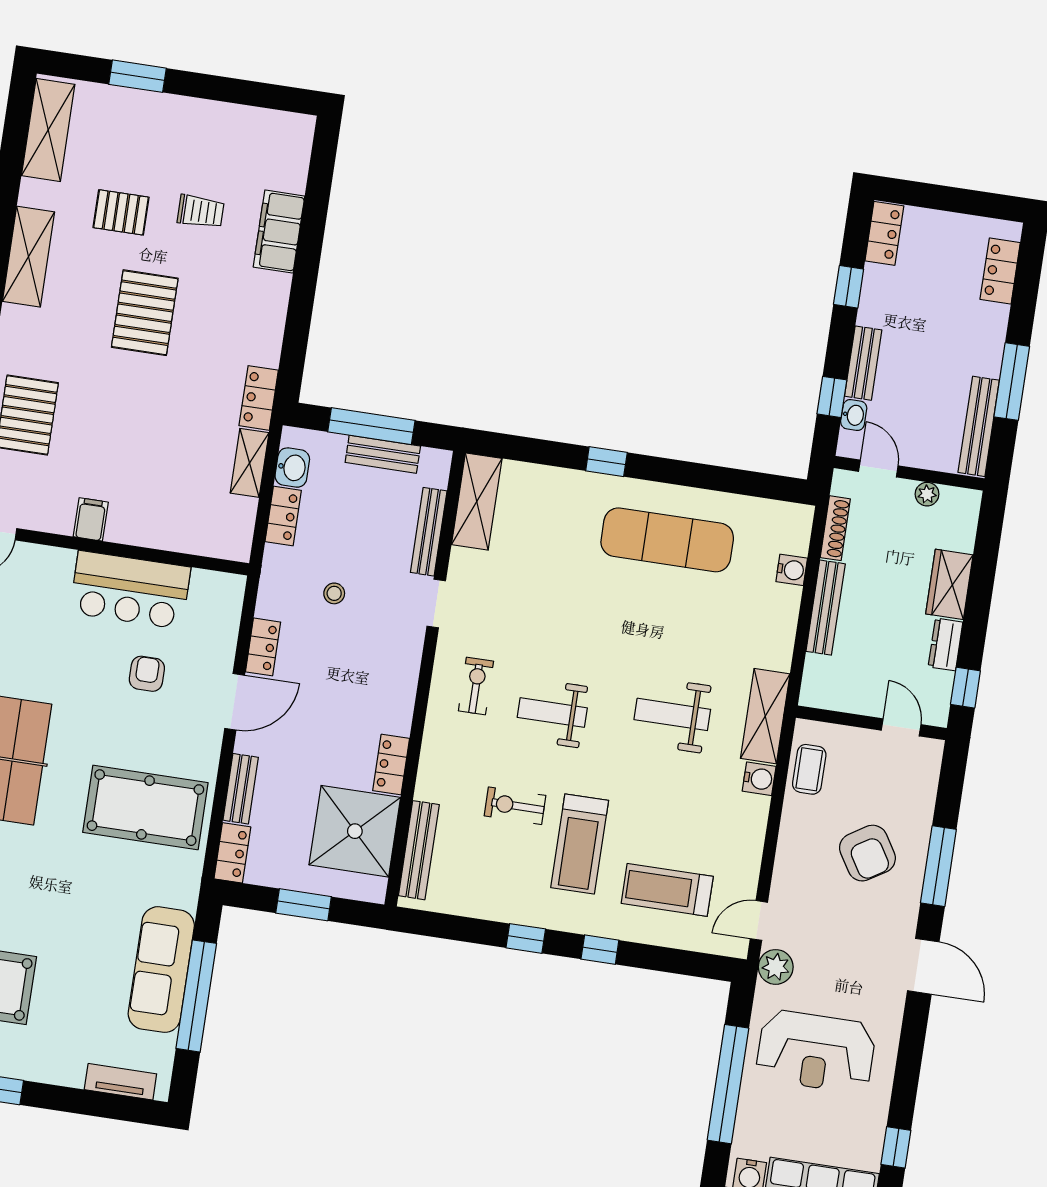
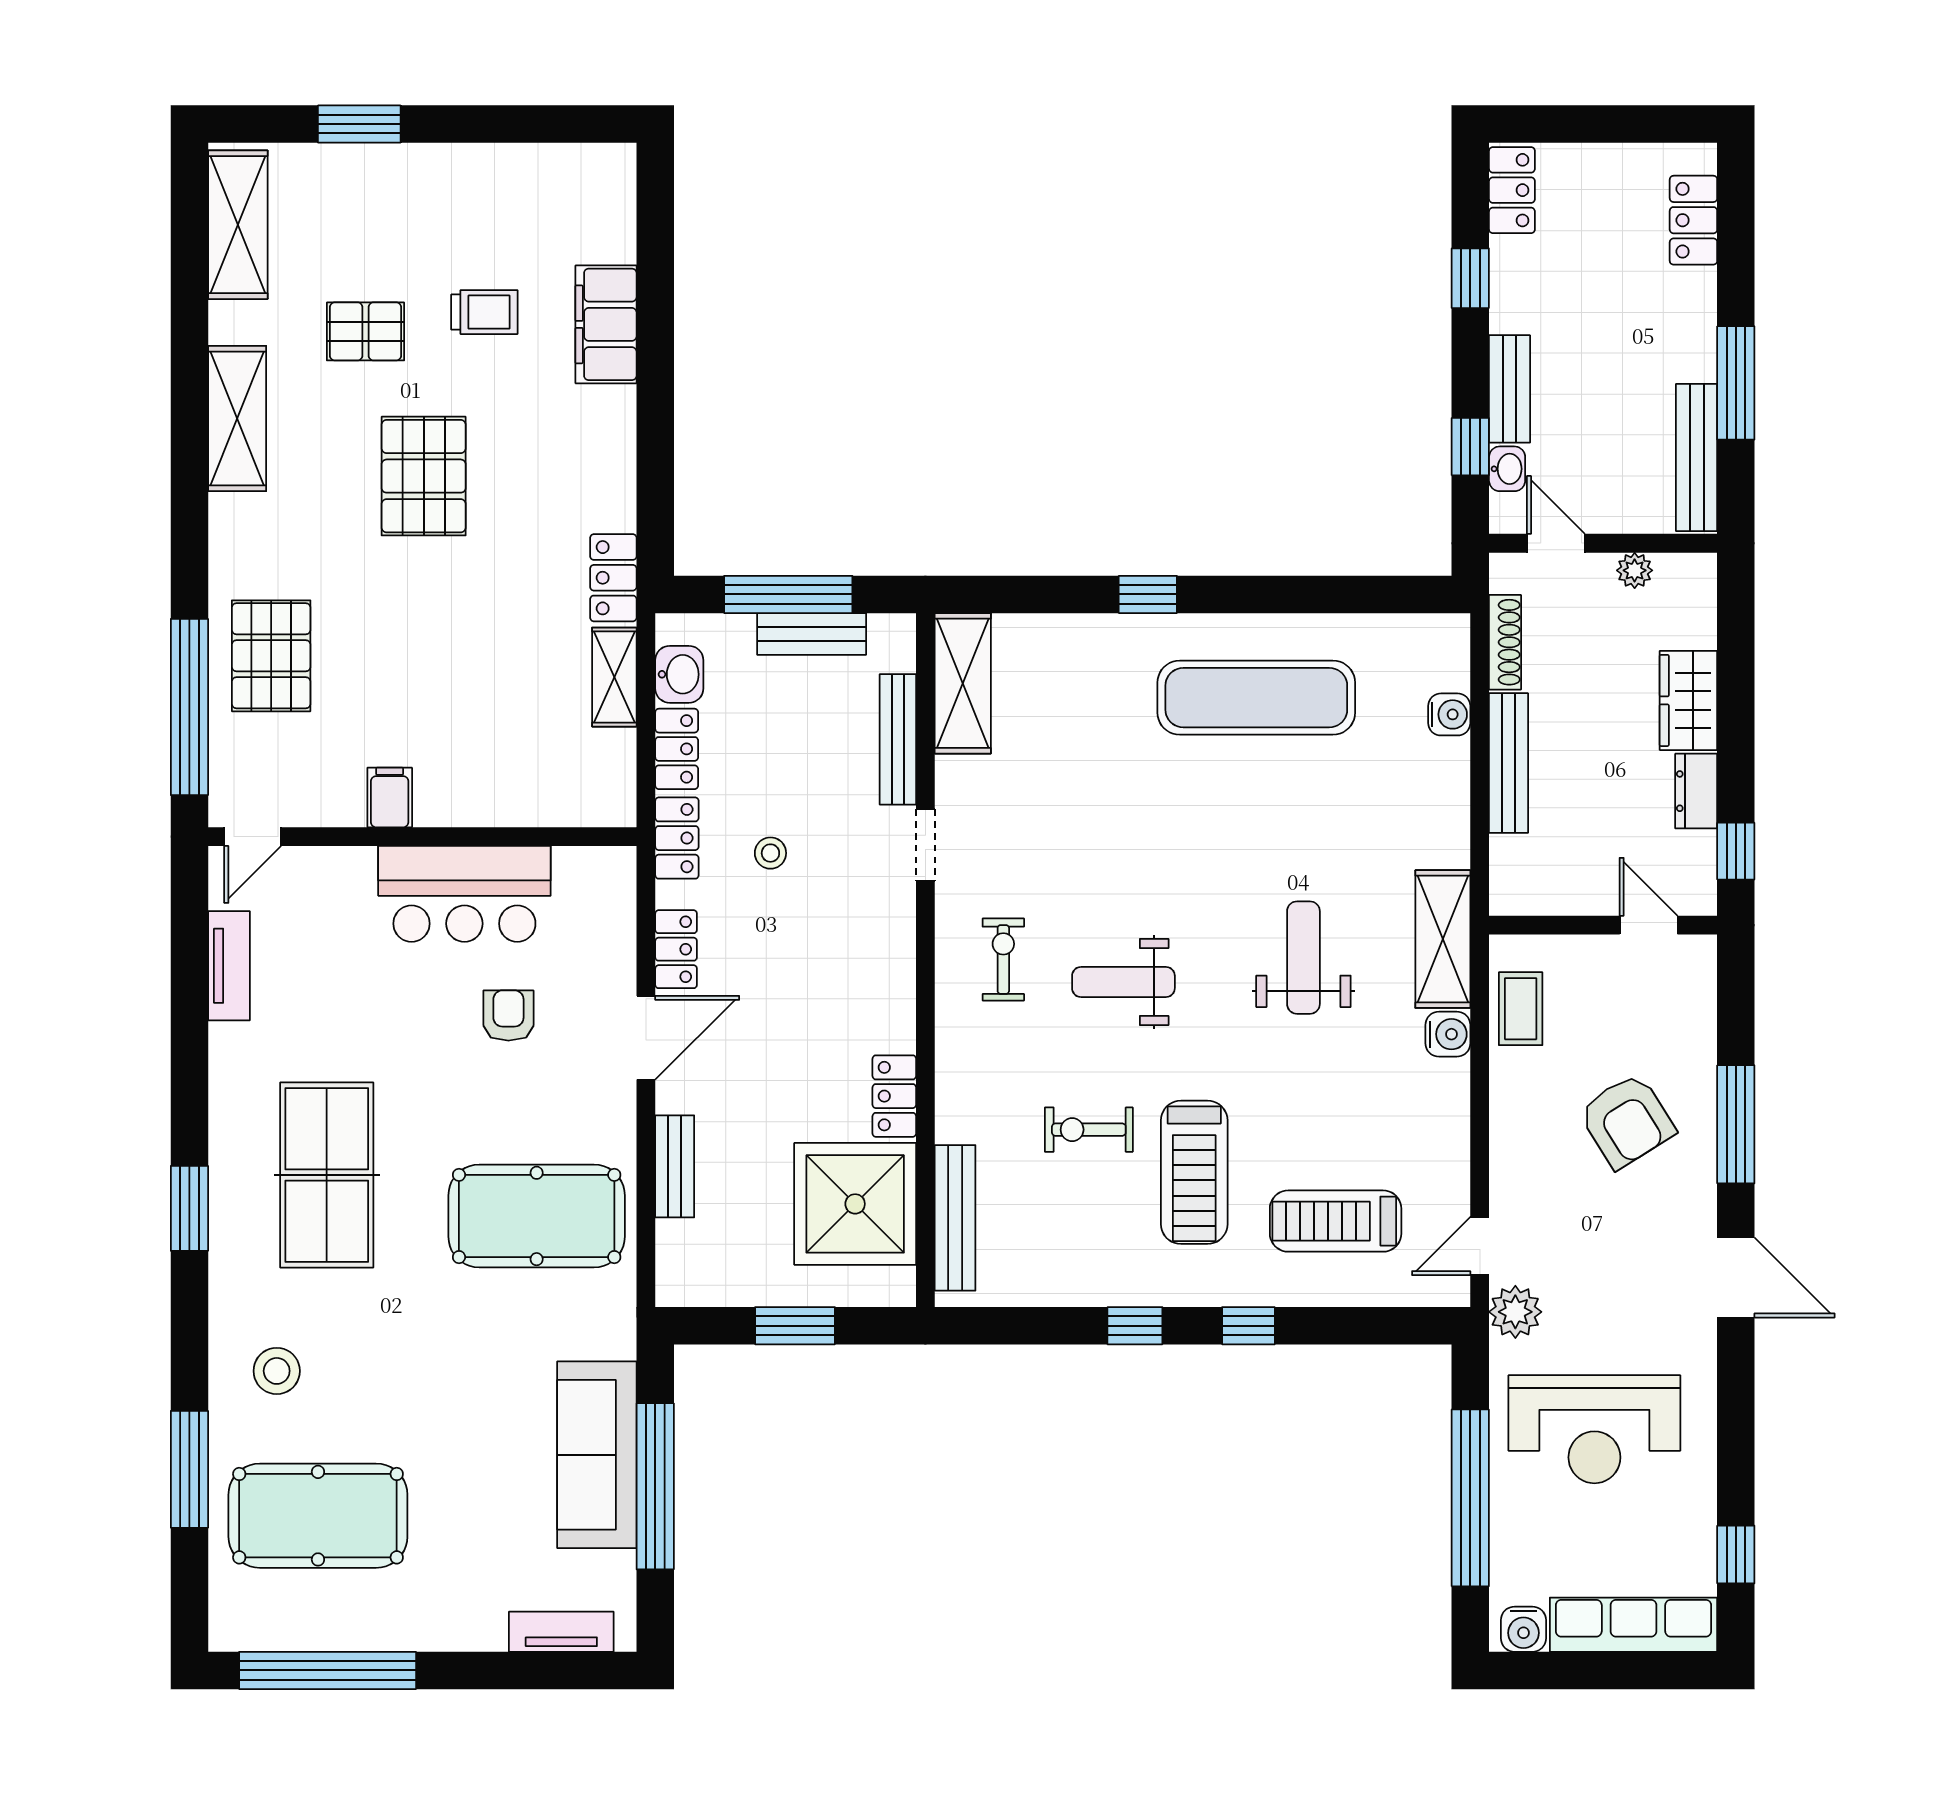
weight bench: (672, 714) -> (1303, 958), turned 90
locker: (232, 853) -> (677, 838), moved

